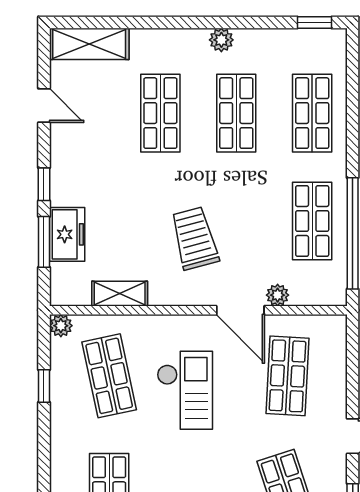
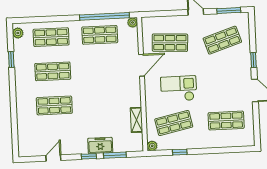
window: (315, 22) -> (11, 59), moved
plant: (221, 40) -> (18, 33), moved
shelving: (89, 44) -> (25, 139), removed
freezer: (67, 234) -> (100, 145), moved
trolley: (195, 238) -> (110, 87), removed
plant: (278, 295) -> (133, 23), moved

